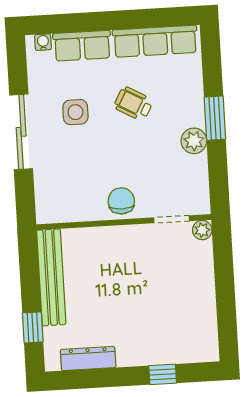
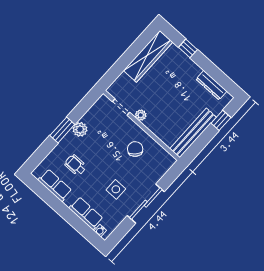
row of seats: (155, 41) -> (55, 185), width x0.68
wheelchair: (133, 104) -> (76, 165), moved, turned 151
chair: (121, 201) -> (135, 149), moved, turned 134
plant: (202, 230) -> (141, 115), moved
wardrobe: (202, 315) -> (148, 56), added

